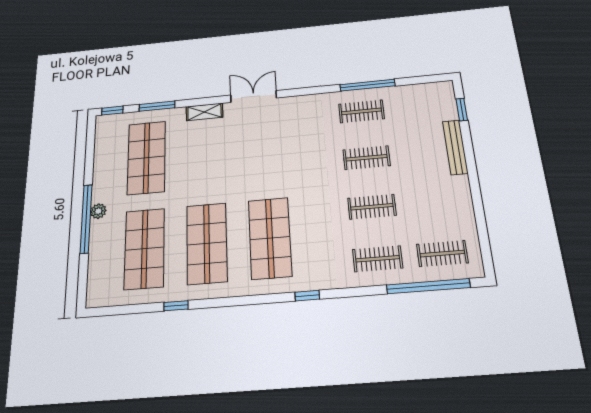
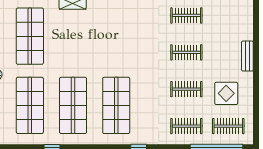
window: (462, 110) -> (256, 22), removed
bench: (455, 147) -> (247, 56), width x0.73
display table: (432, 207) -> (226, 93), added

